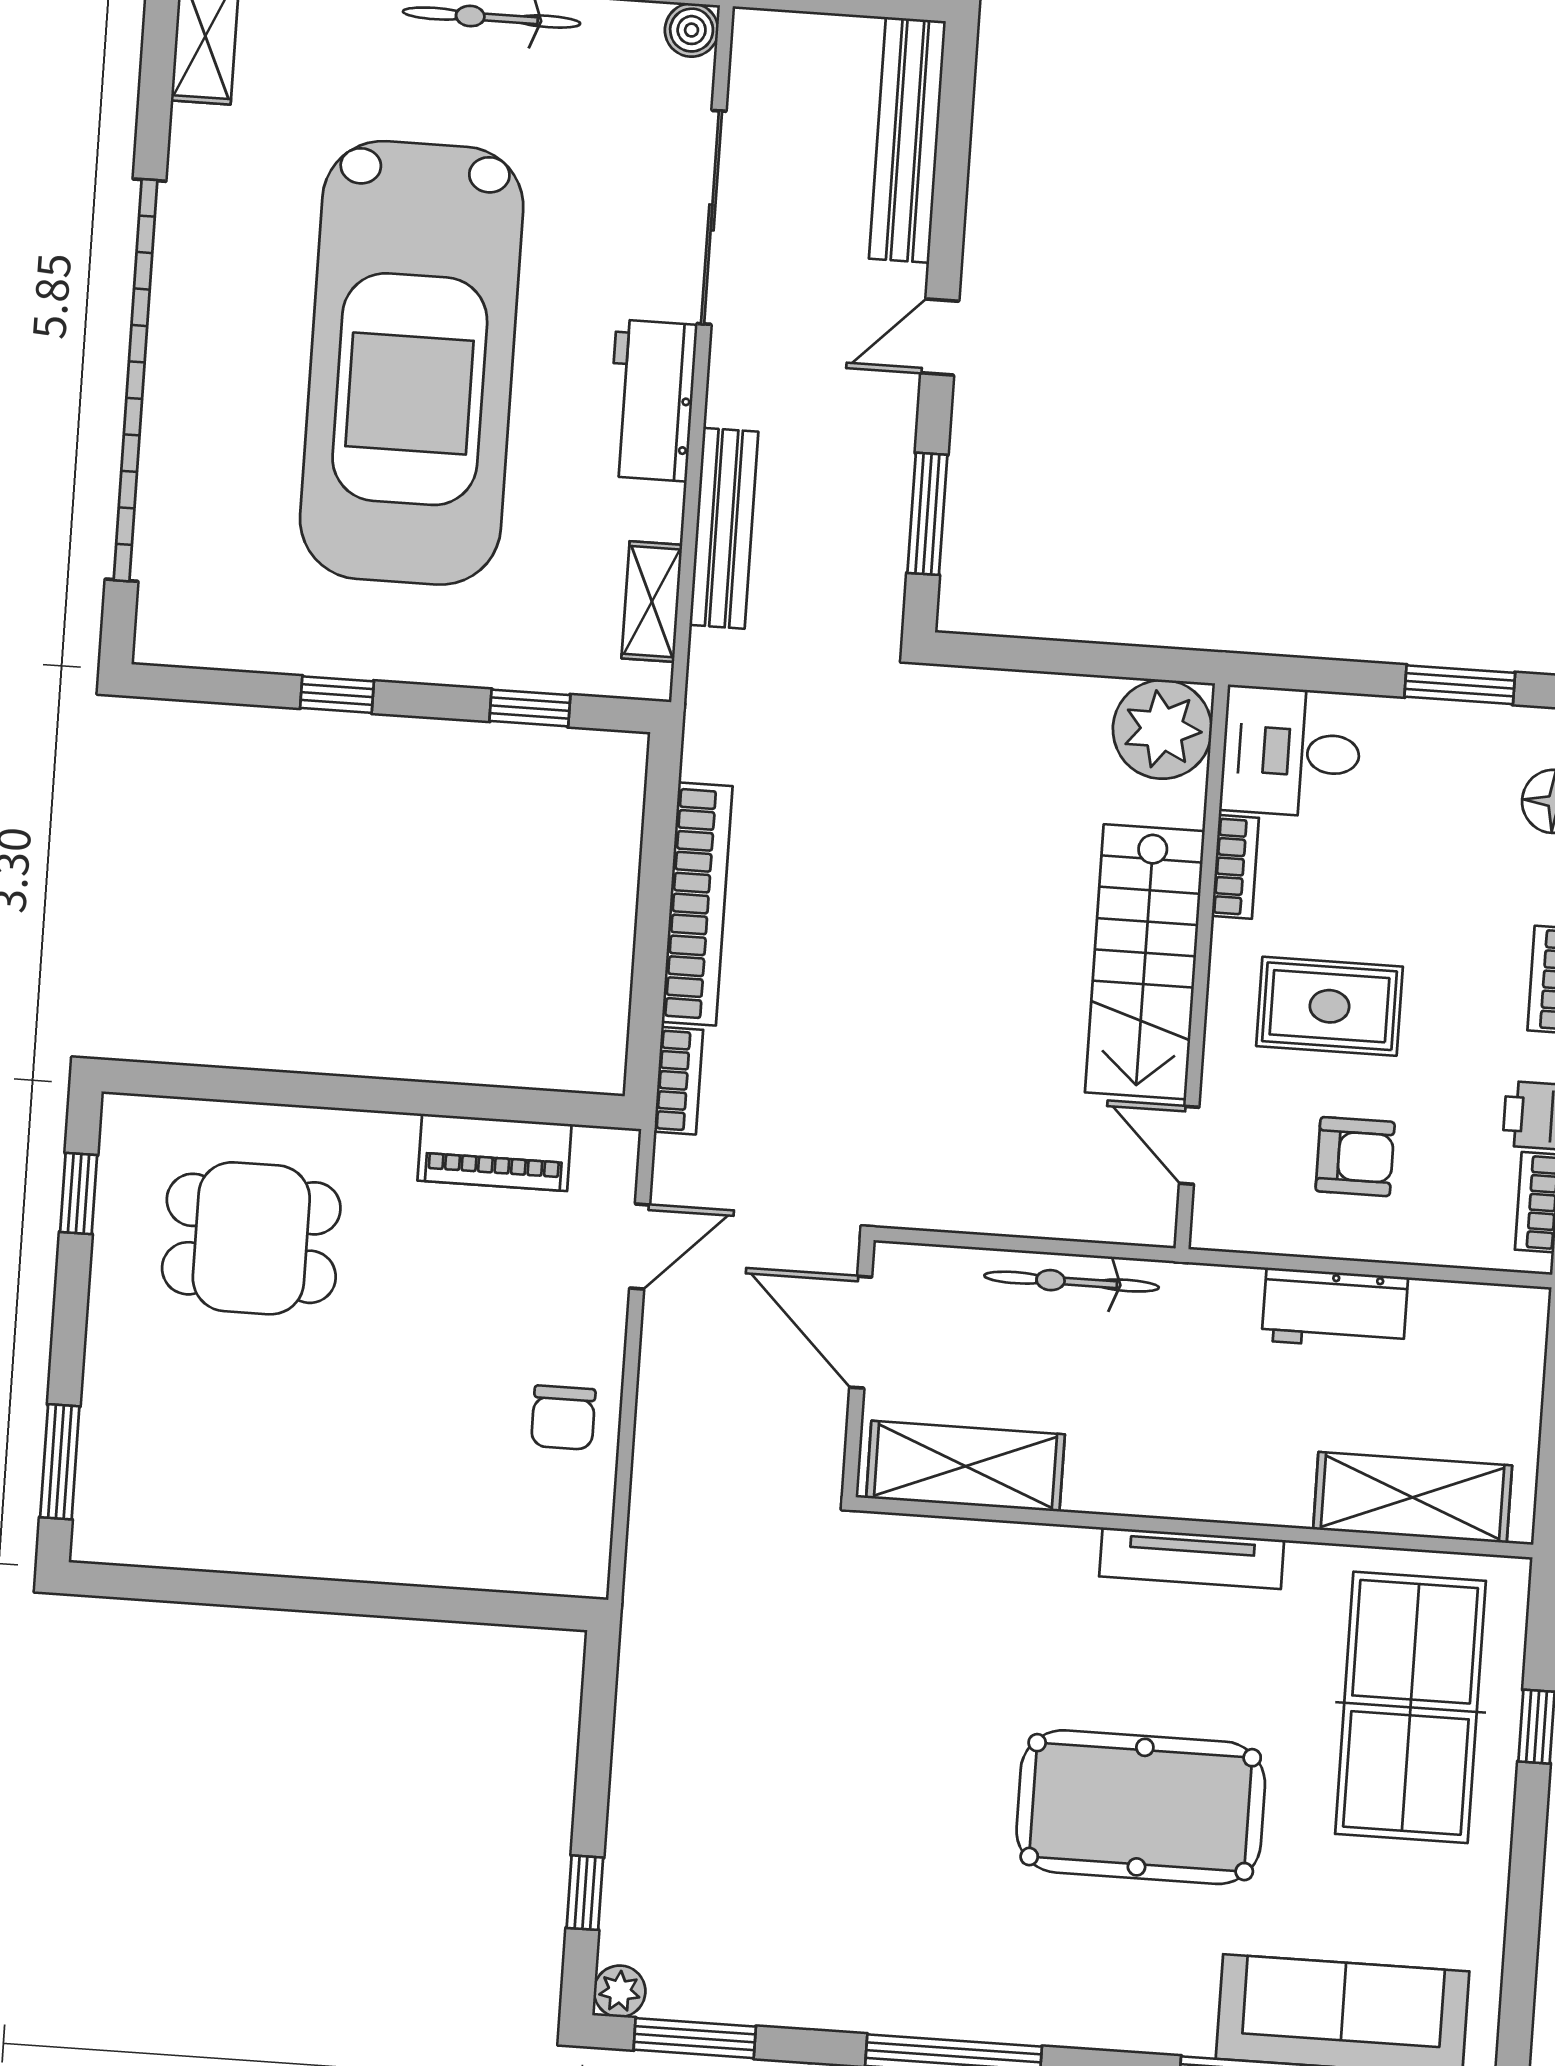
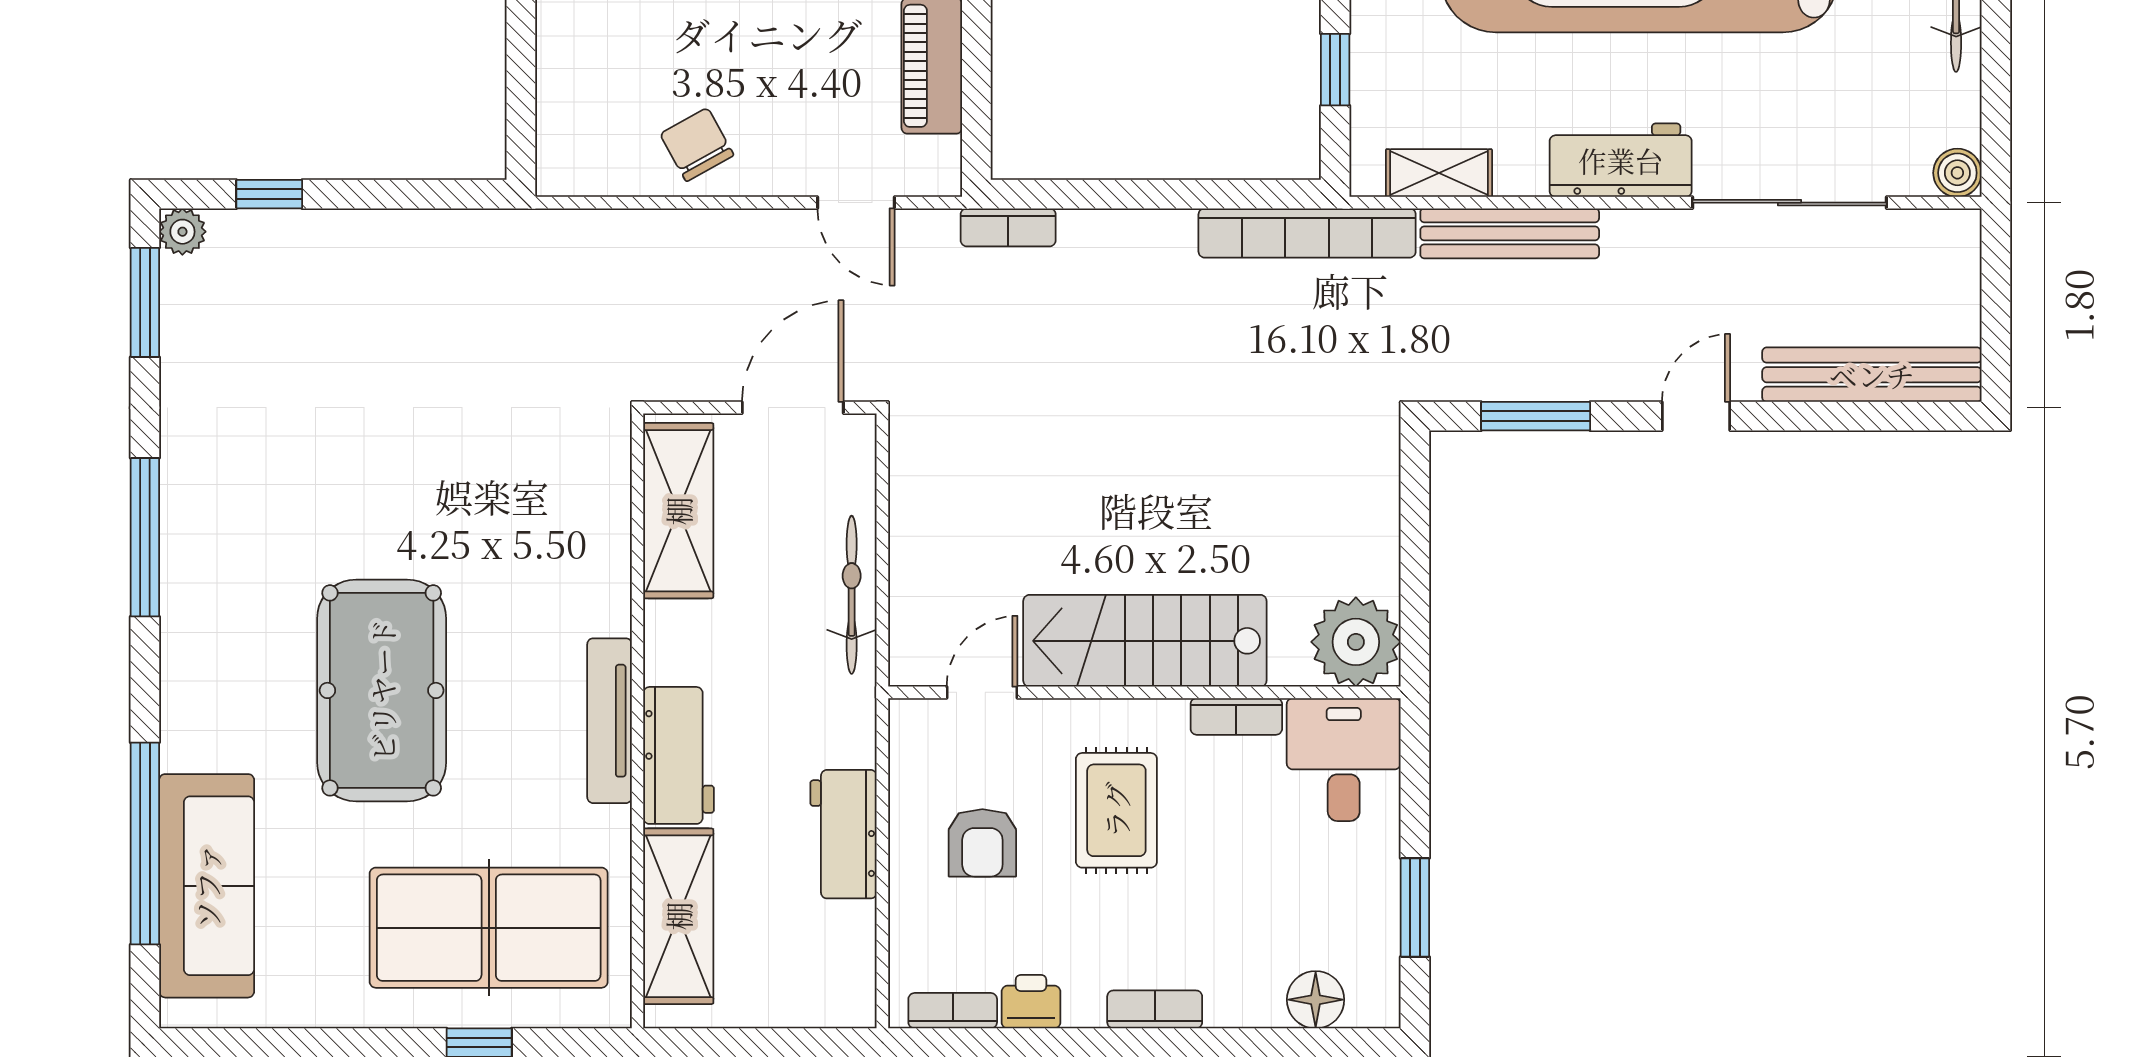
door: (940, 337) -> (1696, 416), hinge flipped
bookcase: (697, 904) -> (1307, 233), moved
chair: (563, 1418) -> (697, 145), turned 61
workbench: (1235, 1485) -> (679, 755), added

